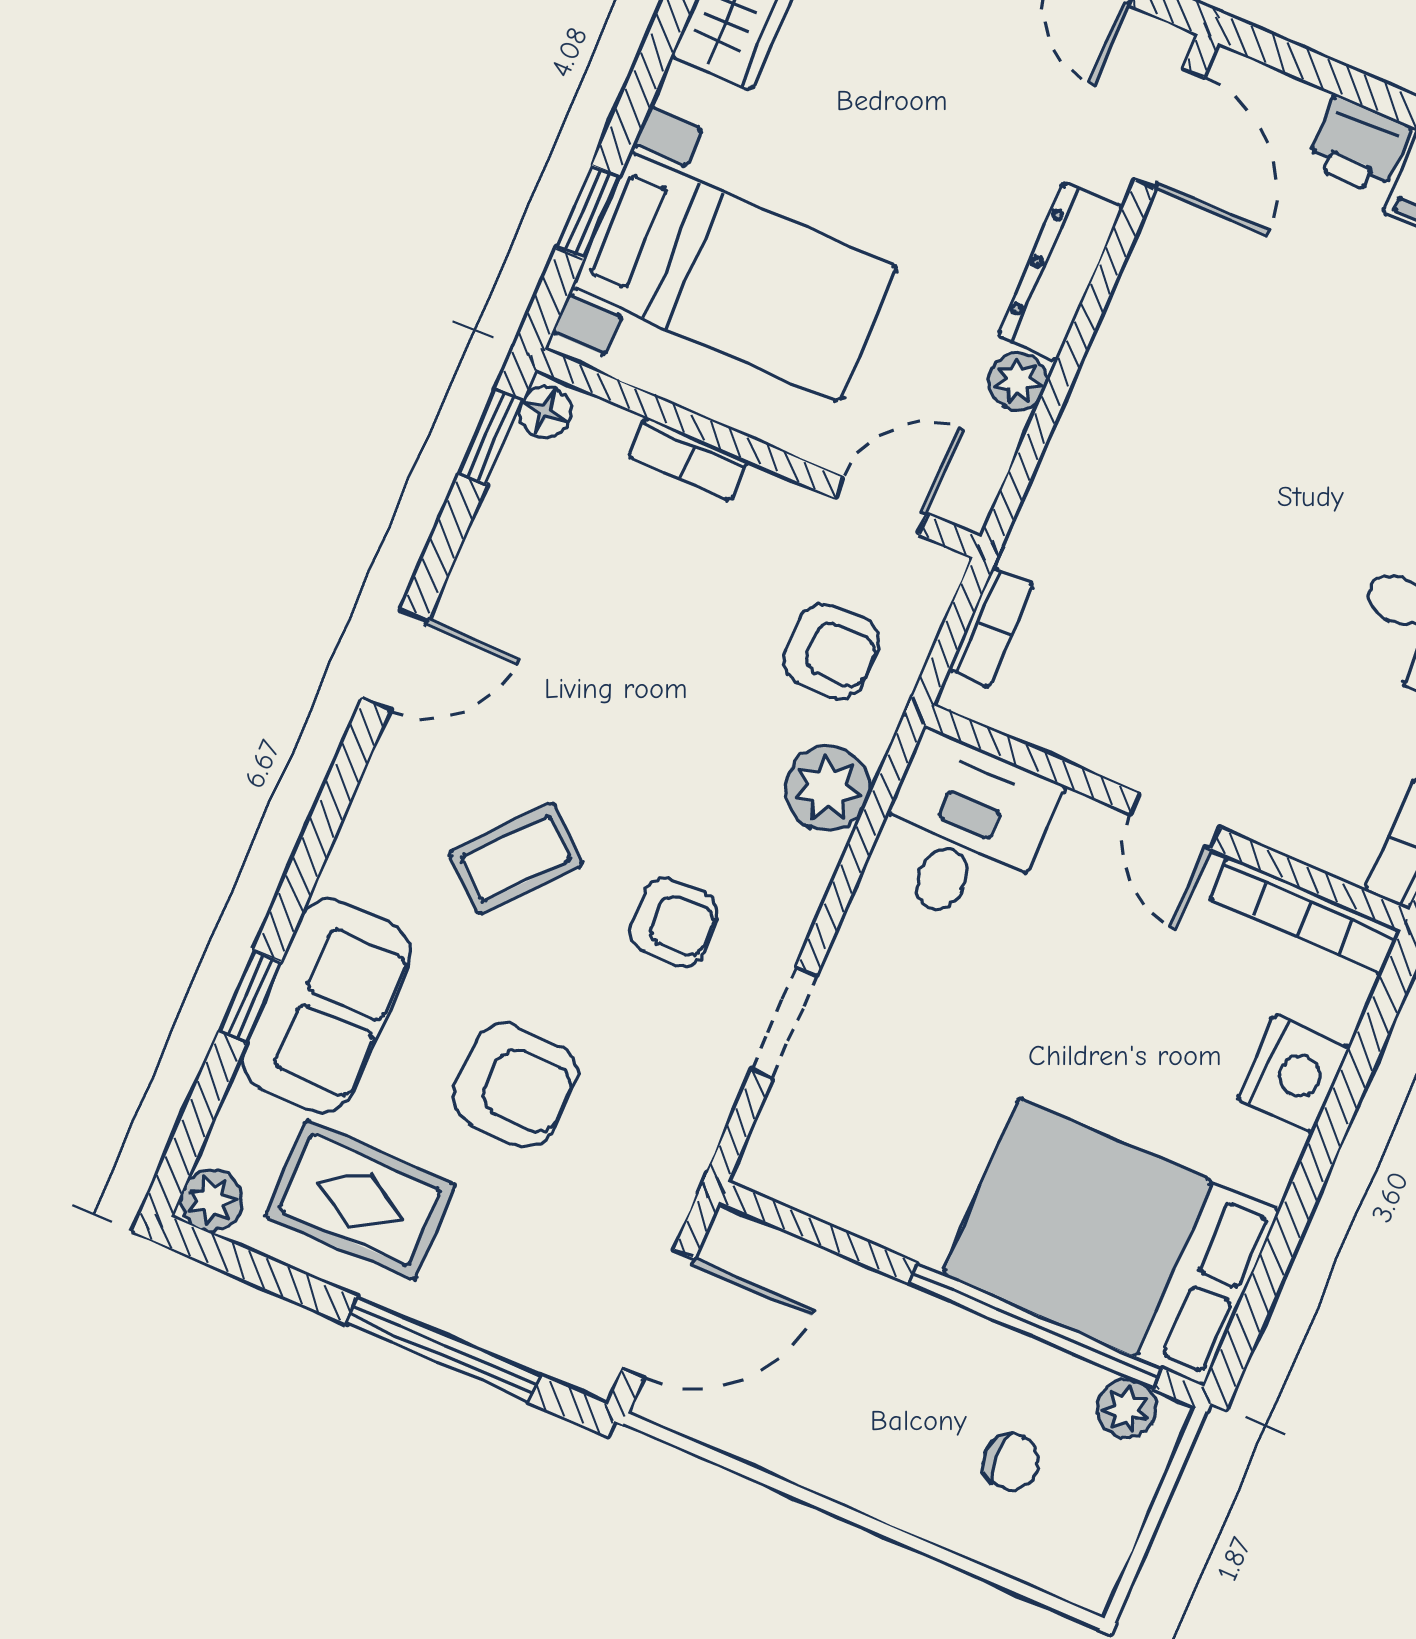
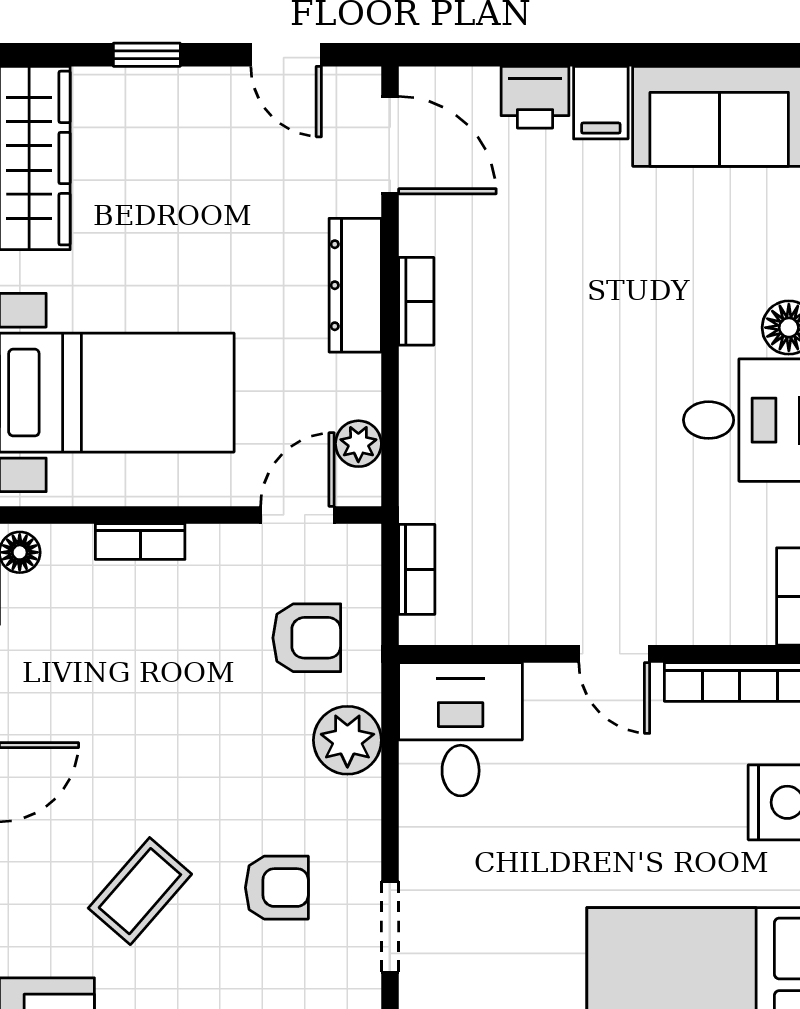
bookcase: (1122, 320) -> (416, 301), added
plant: (1018, 381) -> (358, 444), moved

